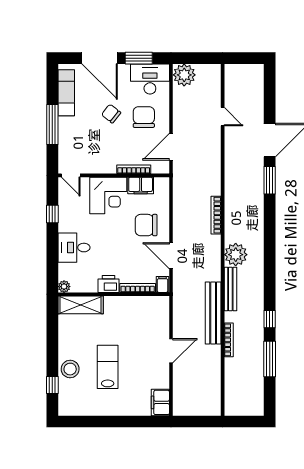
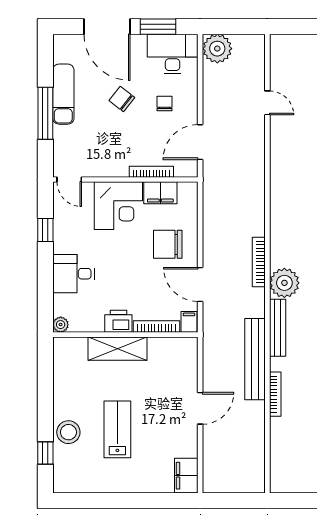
exam couch: (66, 93) -> (63, 94), moved
chair: (144, 117) -> (165, 104), width x0.54, depth x0.54
bookcase: (216, 215) -> (259, 262), moved
shelving: (81, 305) -> (117, 349), moved

